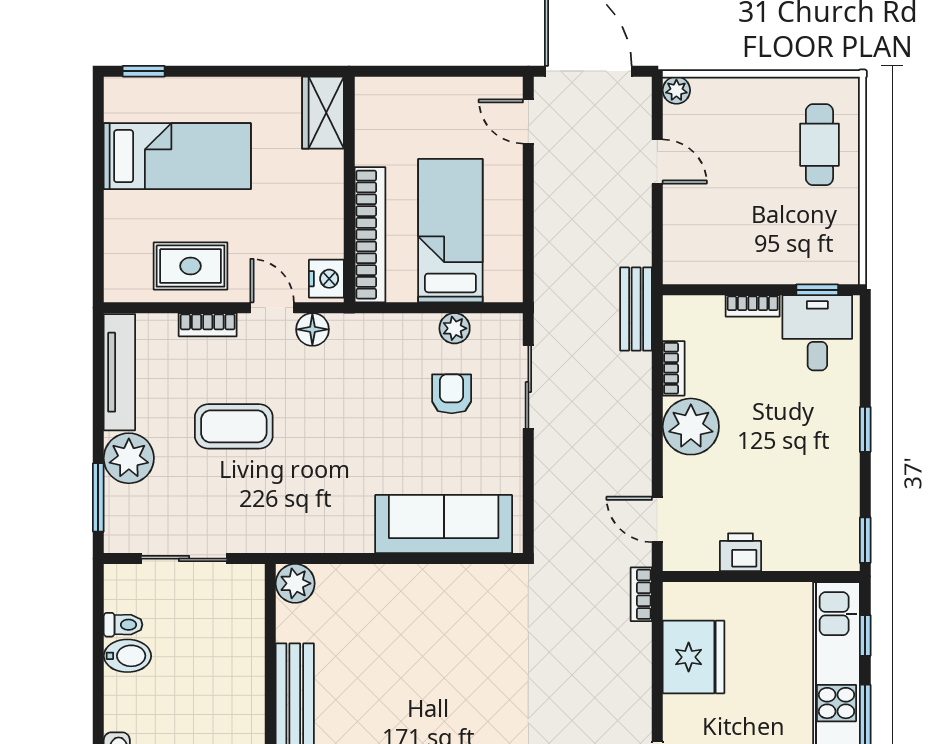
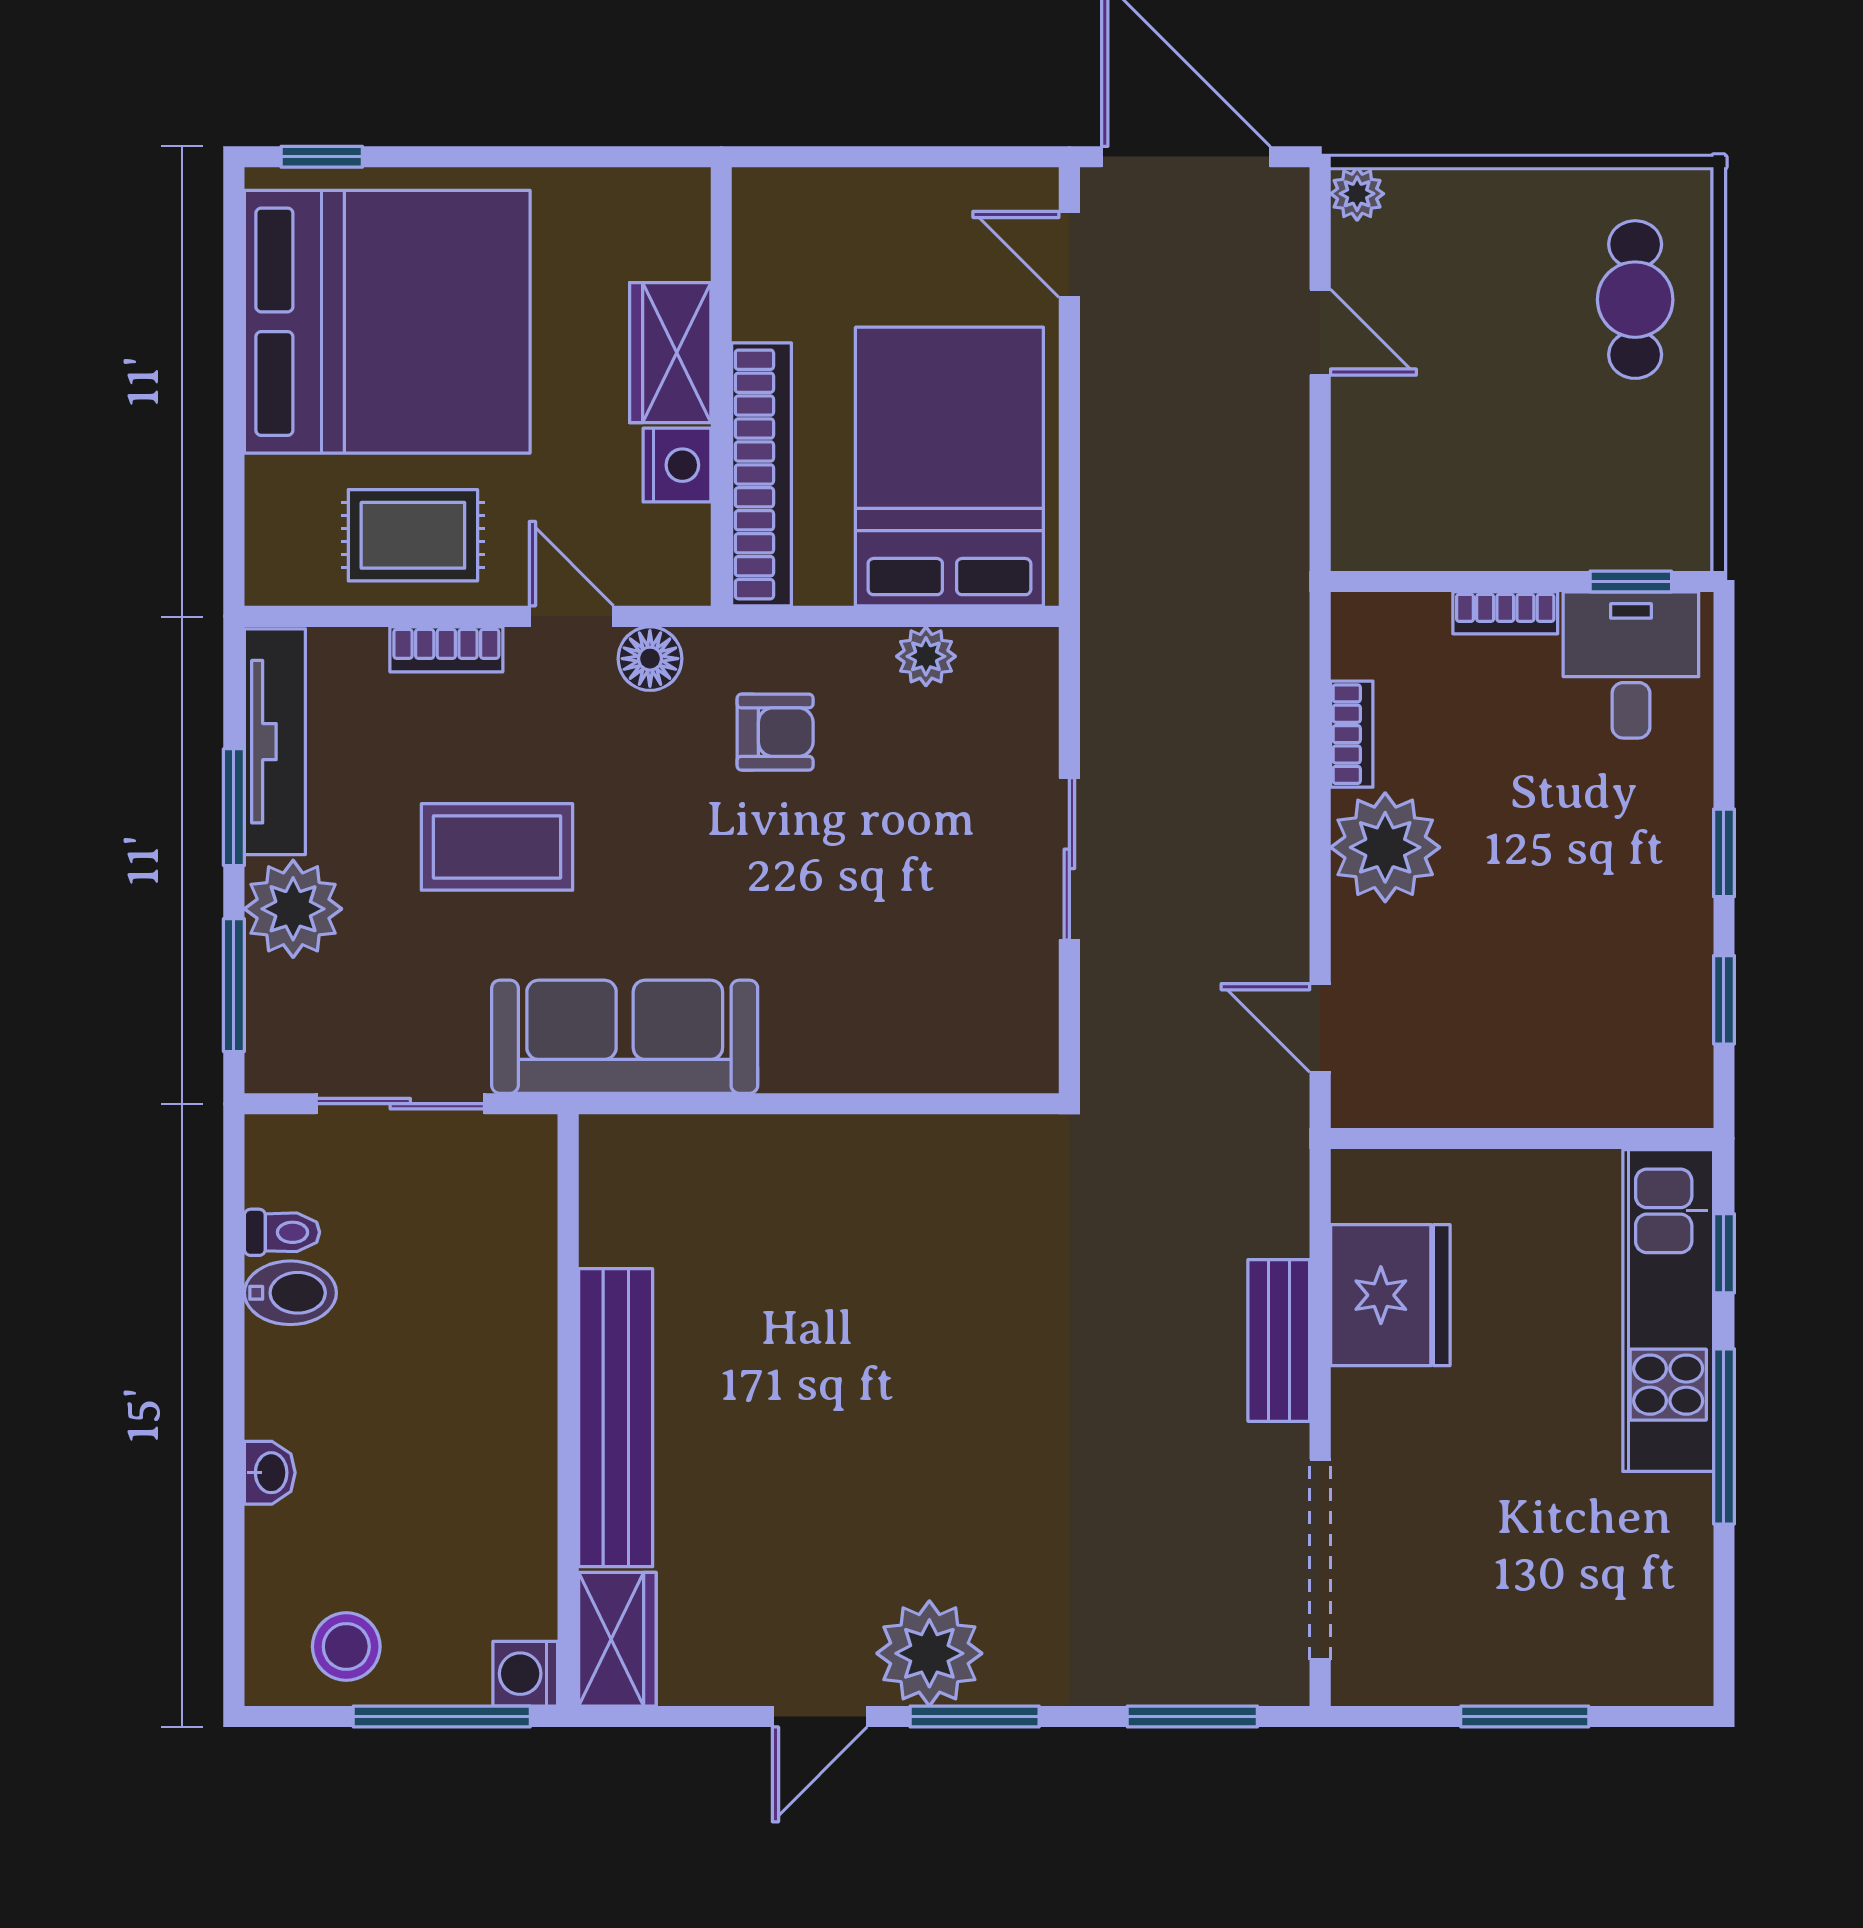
wardrobe: (323, 113) -> (670, 353), moved
bed: (177, 156) -> (387, 322), width x2.04
bed: (450, 231) -> (949, 467), width x1.50
nightstand: (326, 279) -> (677, 465), moved
bench: (636, 309) -> (1279, 1340), moved
sliding door: (528, 387) -> (1069, 859), moved
armchair: (452, 394) -> (775, 732), moved, turned 90
window: (98, 406) -> (234, 807), added
sofa: (444, 524) -> (625, 1037), moved
window: (865, 540) -> (1724, 1000), moved
printer: (741, 552) -> (1482, 1091), removed
plant: (295, 583) -> (616, 1152), removed
bookcase: (641, 594) -> (1289, 1173), removed

